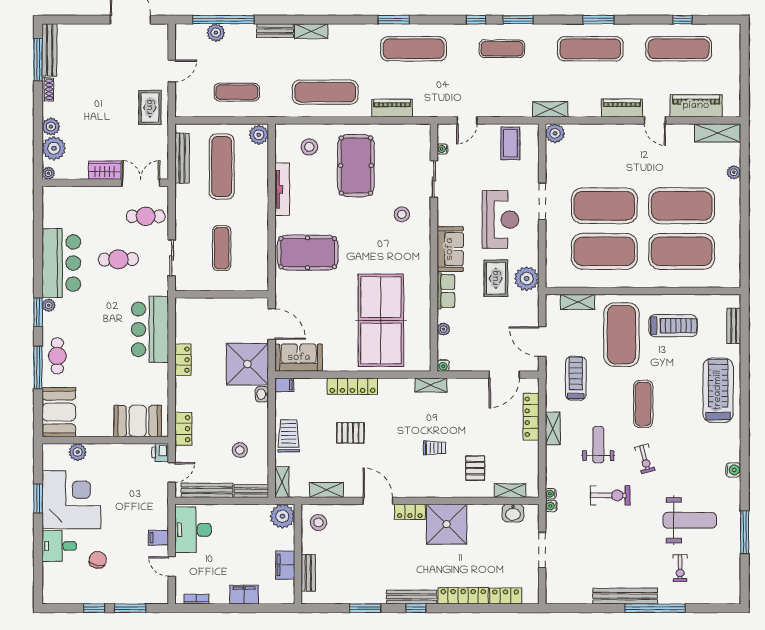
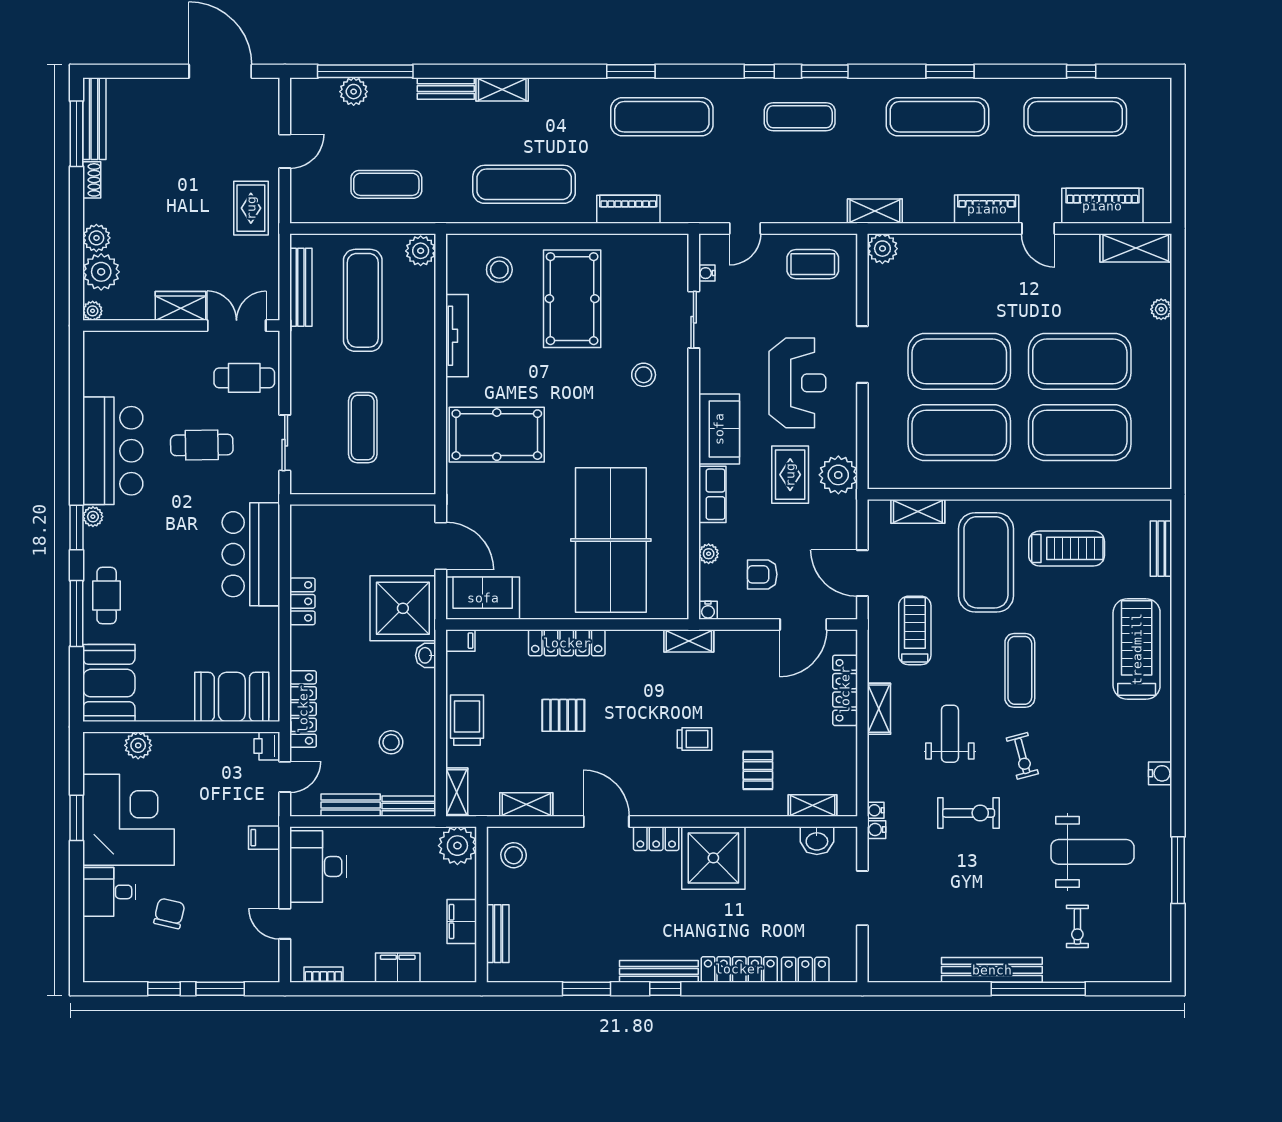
coffee table: (510, 143) -> (813, 264), turned 90
armchair: (478, 342) -> (762, 574), added
locker: (183, 429) -> (303, 709), width x1.53
bench: (207, 490) -> (351, 805), width x0.73
filing cabinet: (158, 538) -> (264, 838), moved

